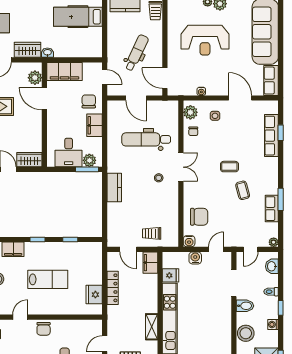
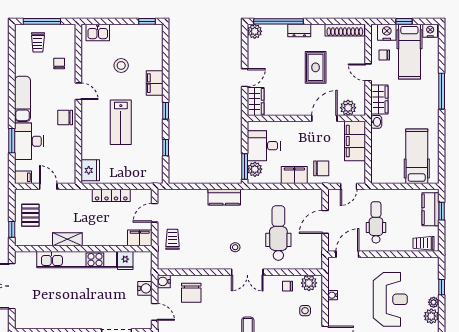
reception desk: (205, 40) -> (390, 299), turned 180
dental chair: (137, 53) -> (376, 222), turned -115
fridge: (94, 295) -> (90, 170), moved, turned 90

